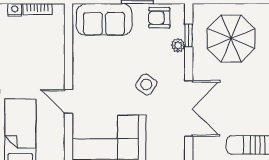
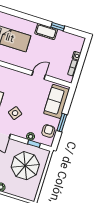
door: (69, 101) -> (39, 75), moved

